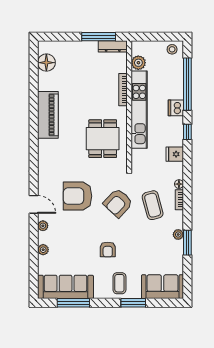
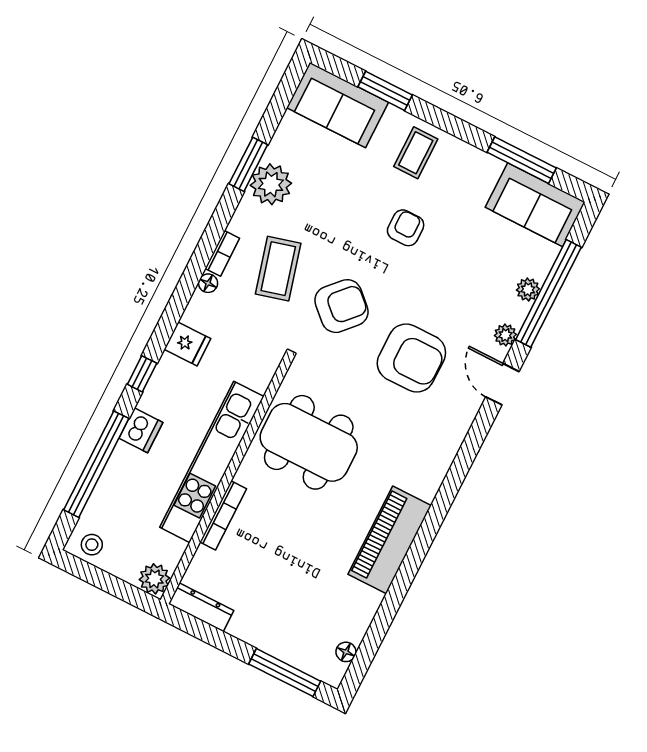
window: (99, 37) -> (285, 673), moved
floor lamp: (46, 63) -> (346, 652), width x0.53, depth x0.53
plant: (138, 63) -> (154, 579), moved
dining table: (103, 139) -> (309, 442), width x1.38
plant: (178, 235) -> (271, 184), width x1.88, depth x1.88
window: (34, 252) -> (548, 293), added
sofa: (66, 287) -> (535, 205), width x0.73
window: (133, 303) -> (385, 91), moved

